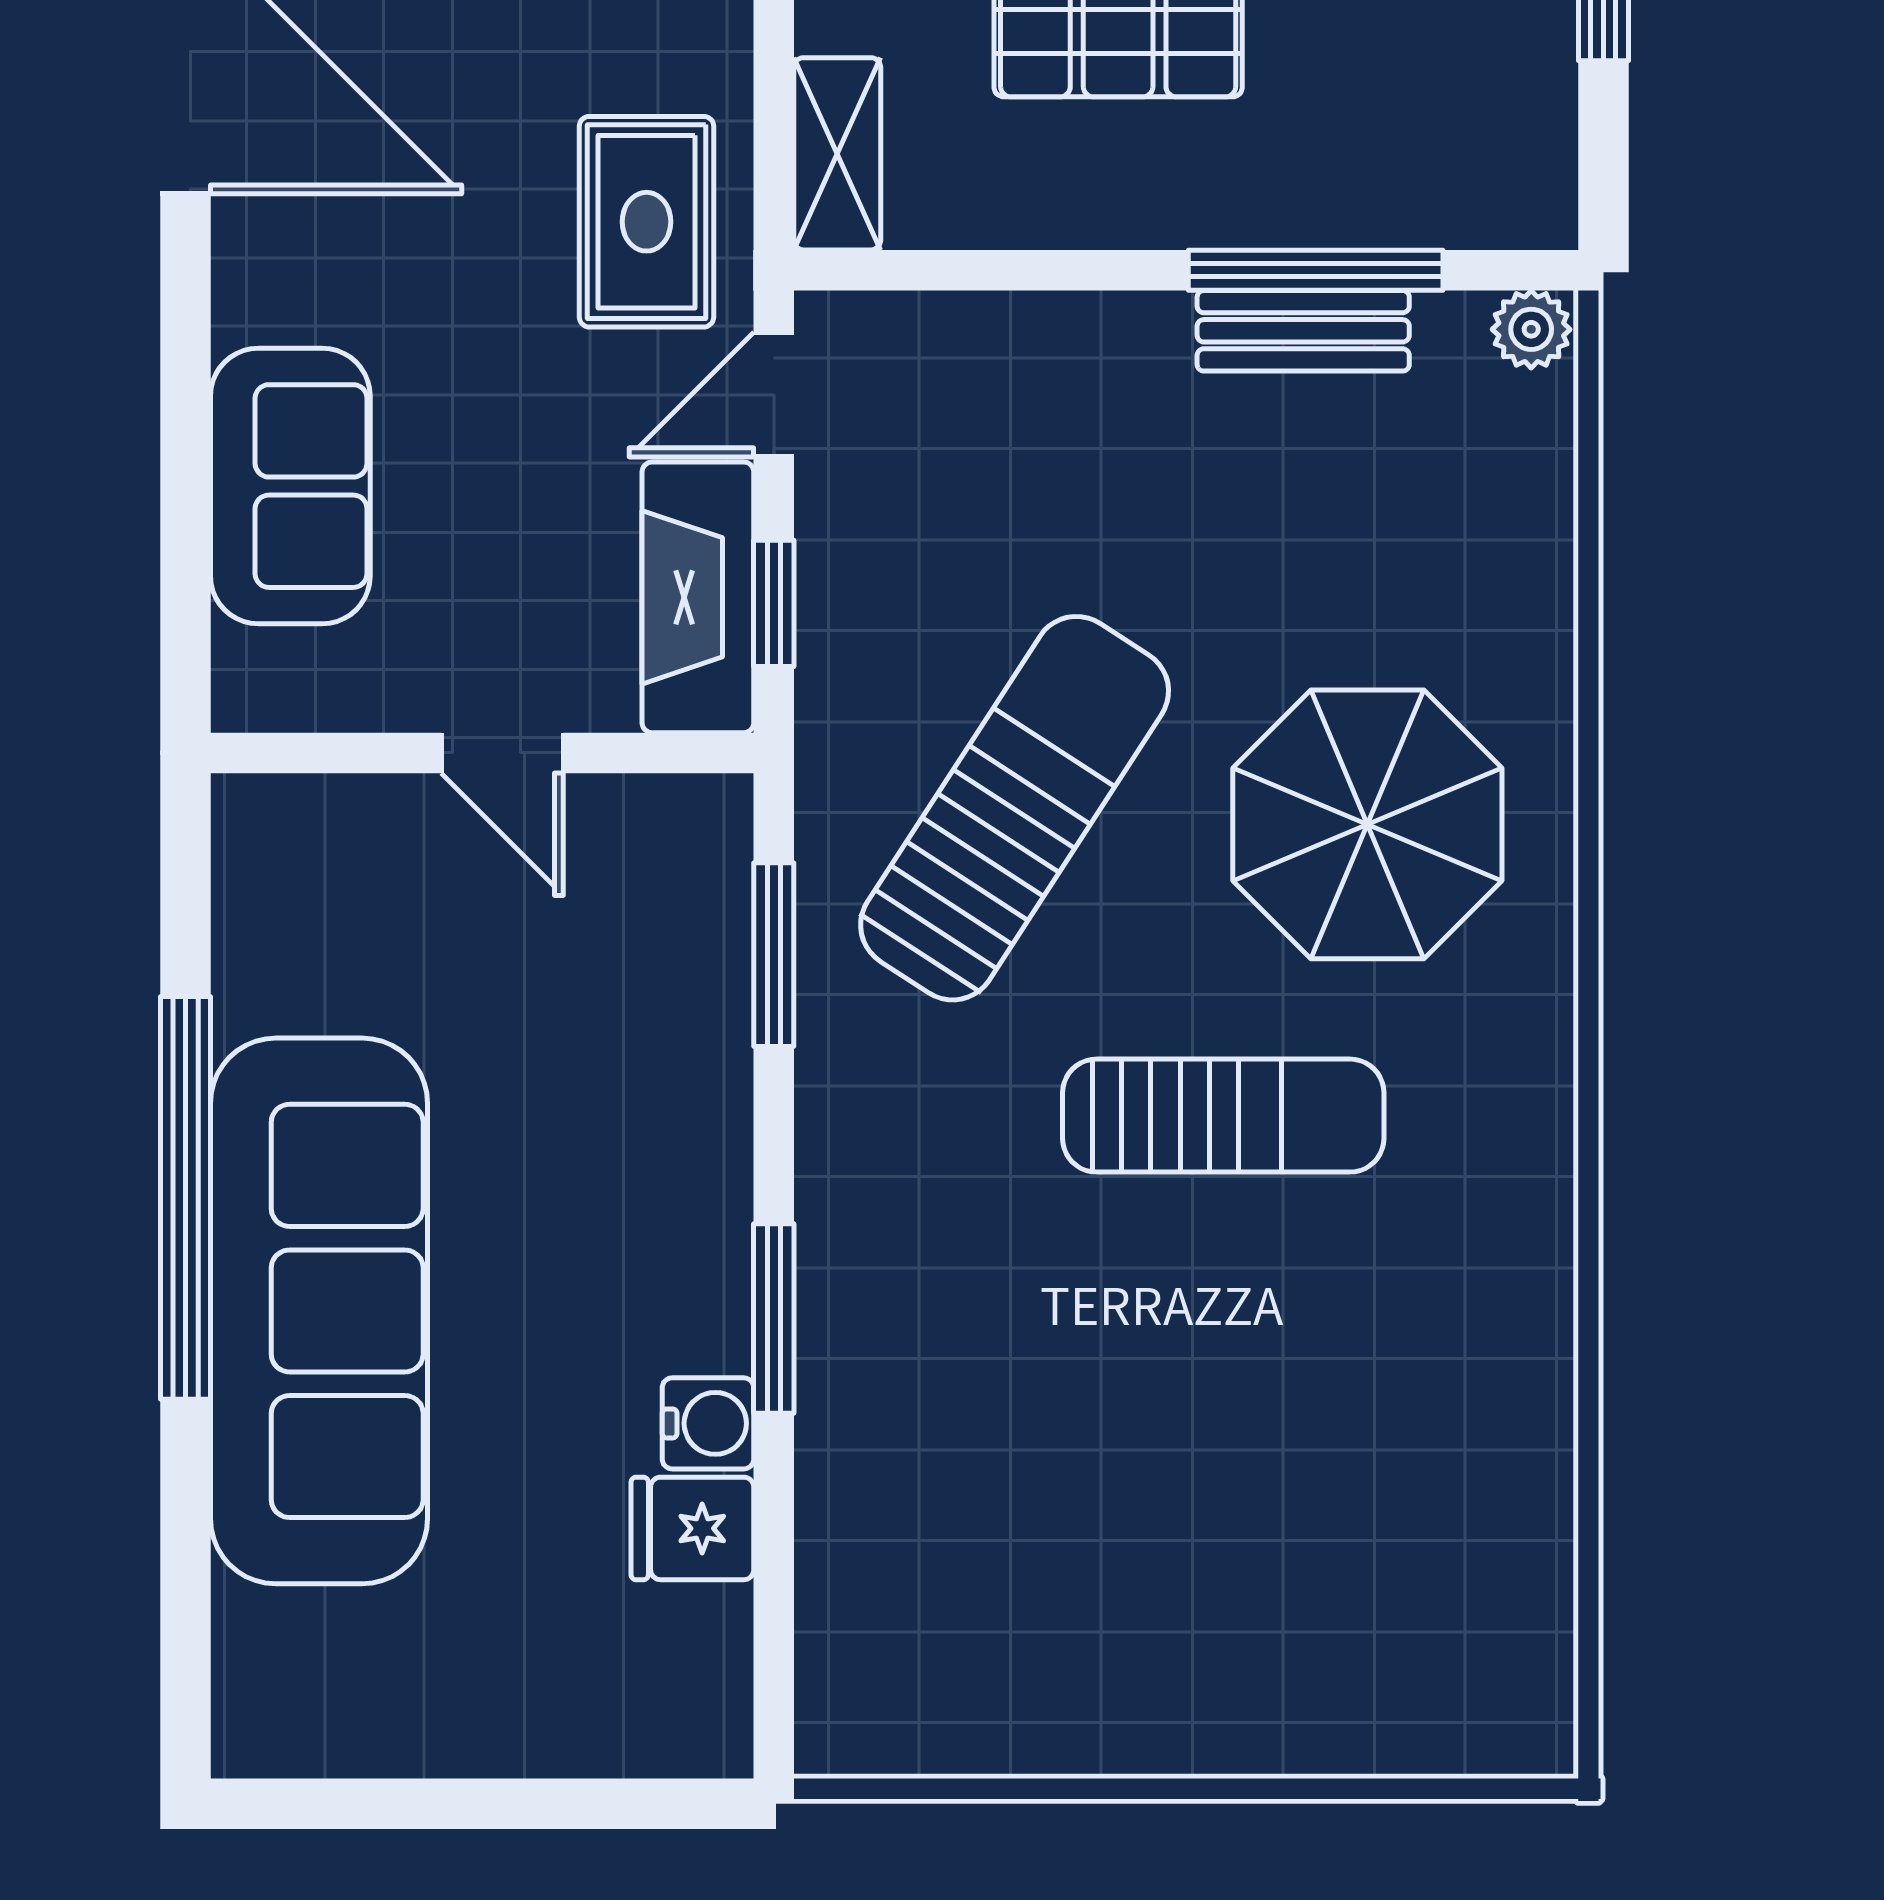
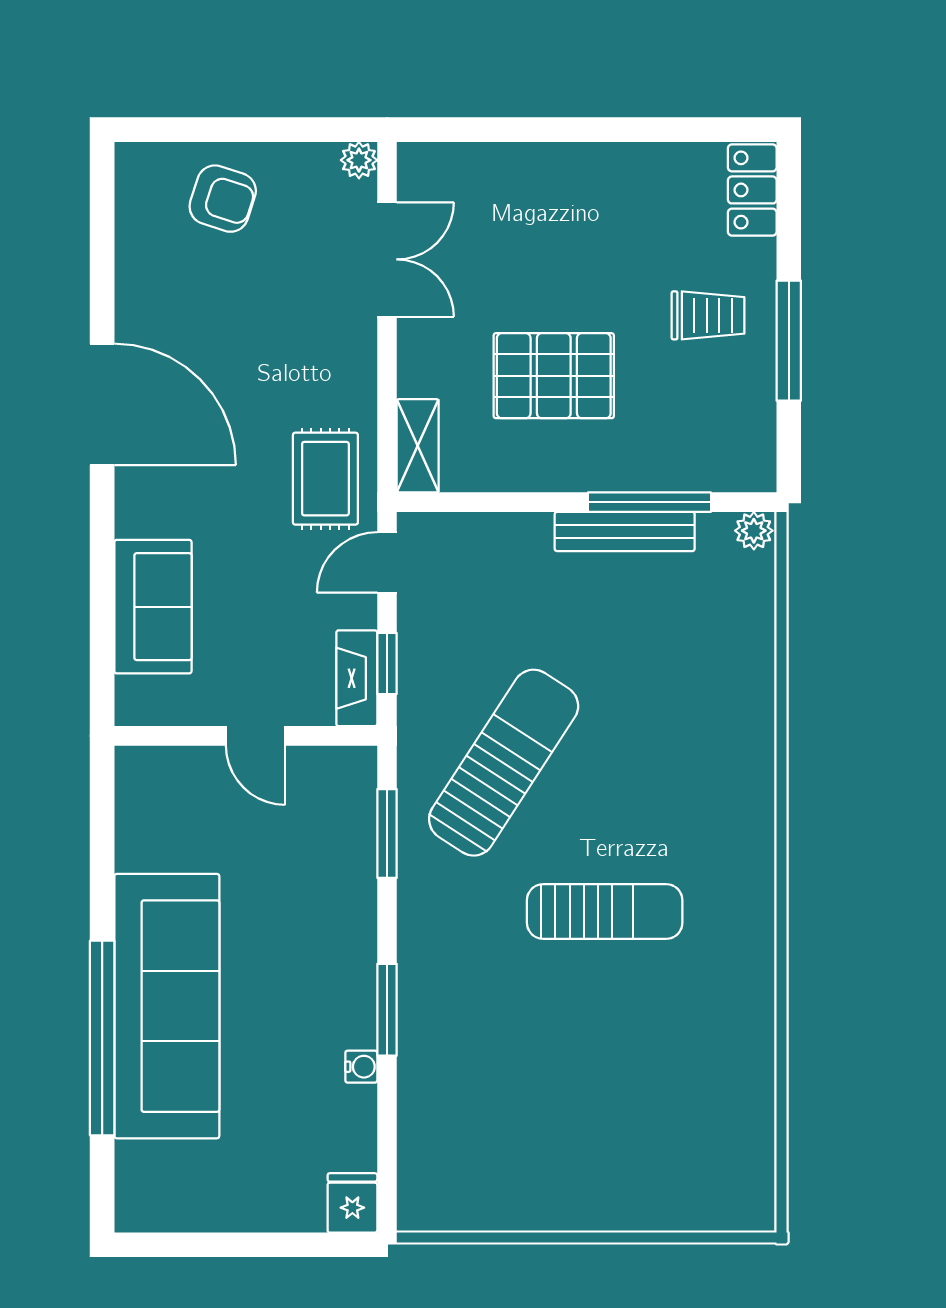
bench: (1303, 331) -> (625, 531), width x1.36
fireplace: (698, 597) -> (357, 678), width x0.73, depth x0.76
parasol: (1367, 824) -> (674, 770), removed
window: (185, 1198) -> (102, 1038), moved
water cooler: (708, 1423) -> (361, 1067), width x0.72, depth x0.72
fridge: (692, 1528) -> (352, 1203), moved, turned 90

